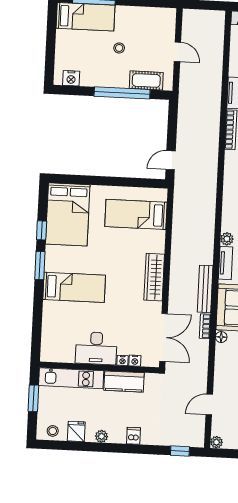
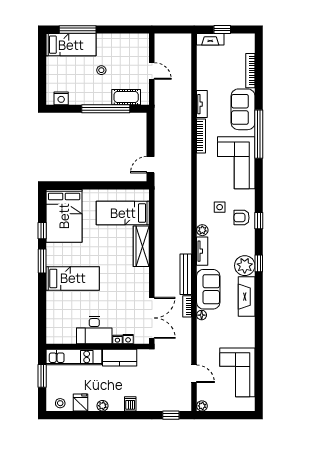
wardrobe: (154, 277) -> (141, 246), moved
door: (209, 404) -> (194, 374), swing flipped

